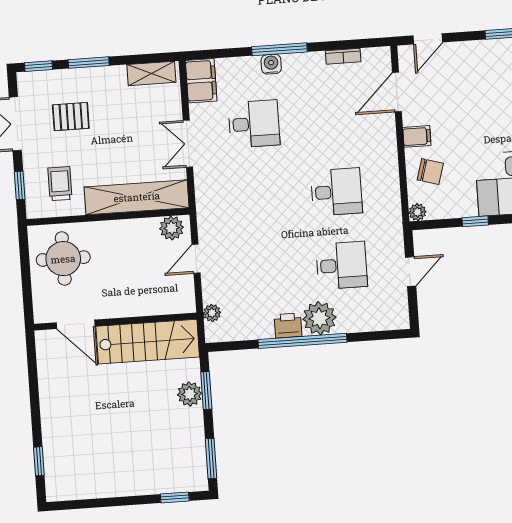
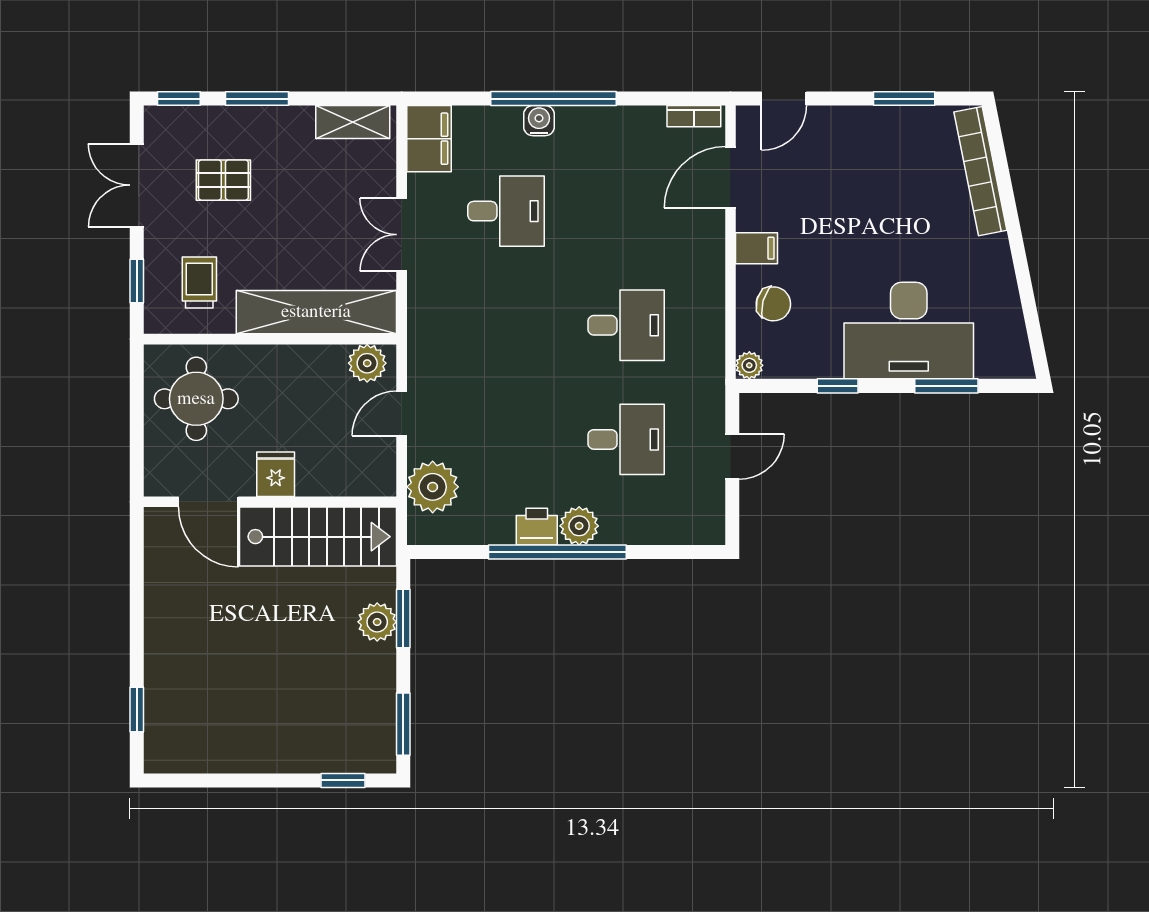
window: (279, 49) -> (553, 99), width x1.46
bookcase: (343, 56) -> (694, 116), moved
fridge: (118, 303) -> (276, 474), added
plant: (212, 313) -> (433, 487), width x1.87, depth x1.87
plant: (319, 318) -> (579, 526), width x0.73, depth x0.73

